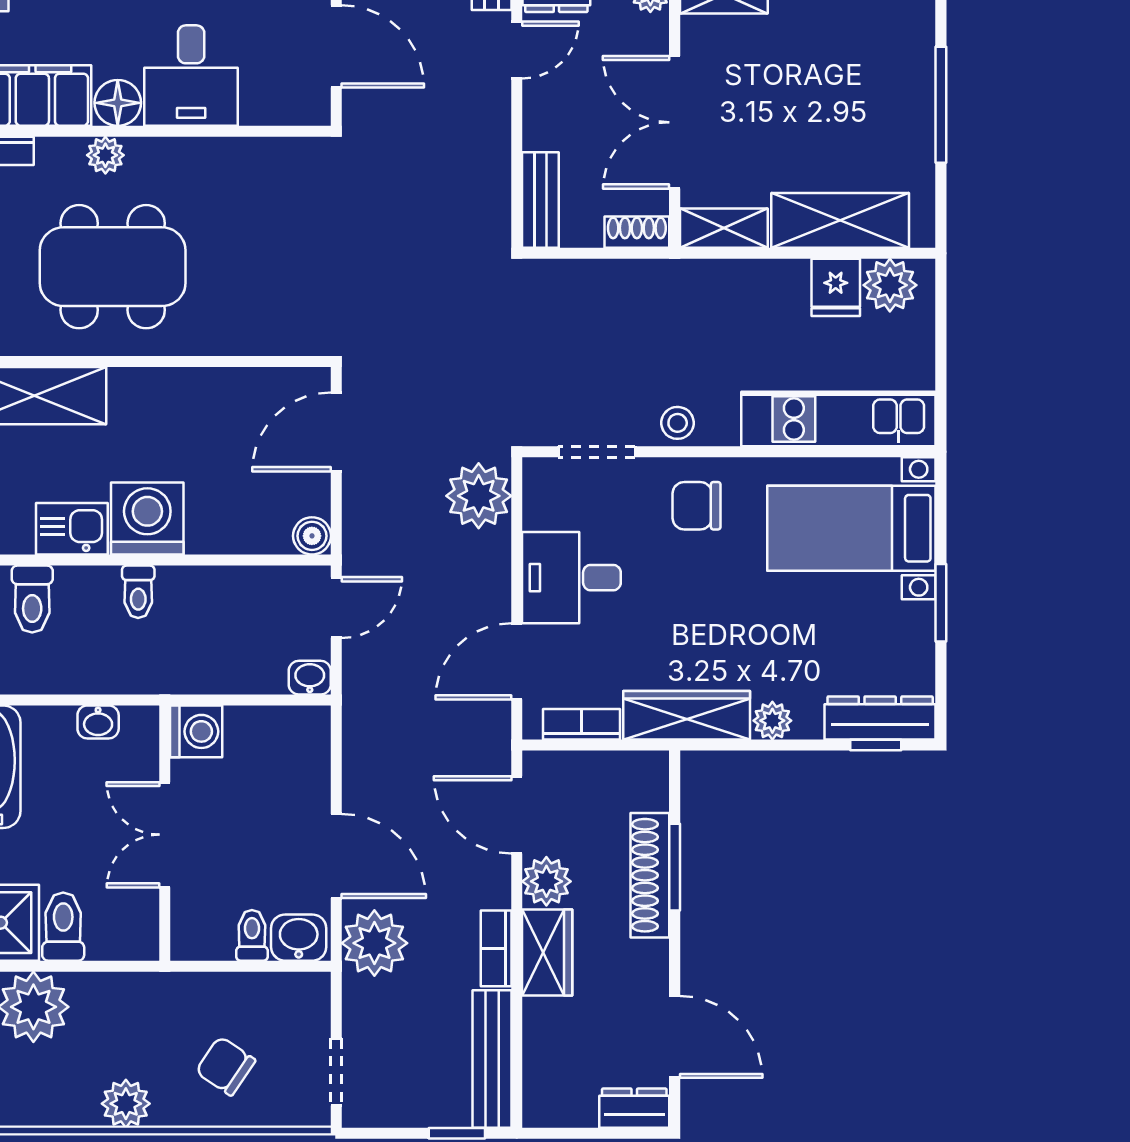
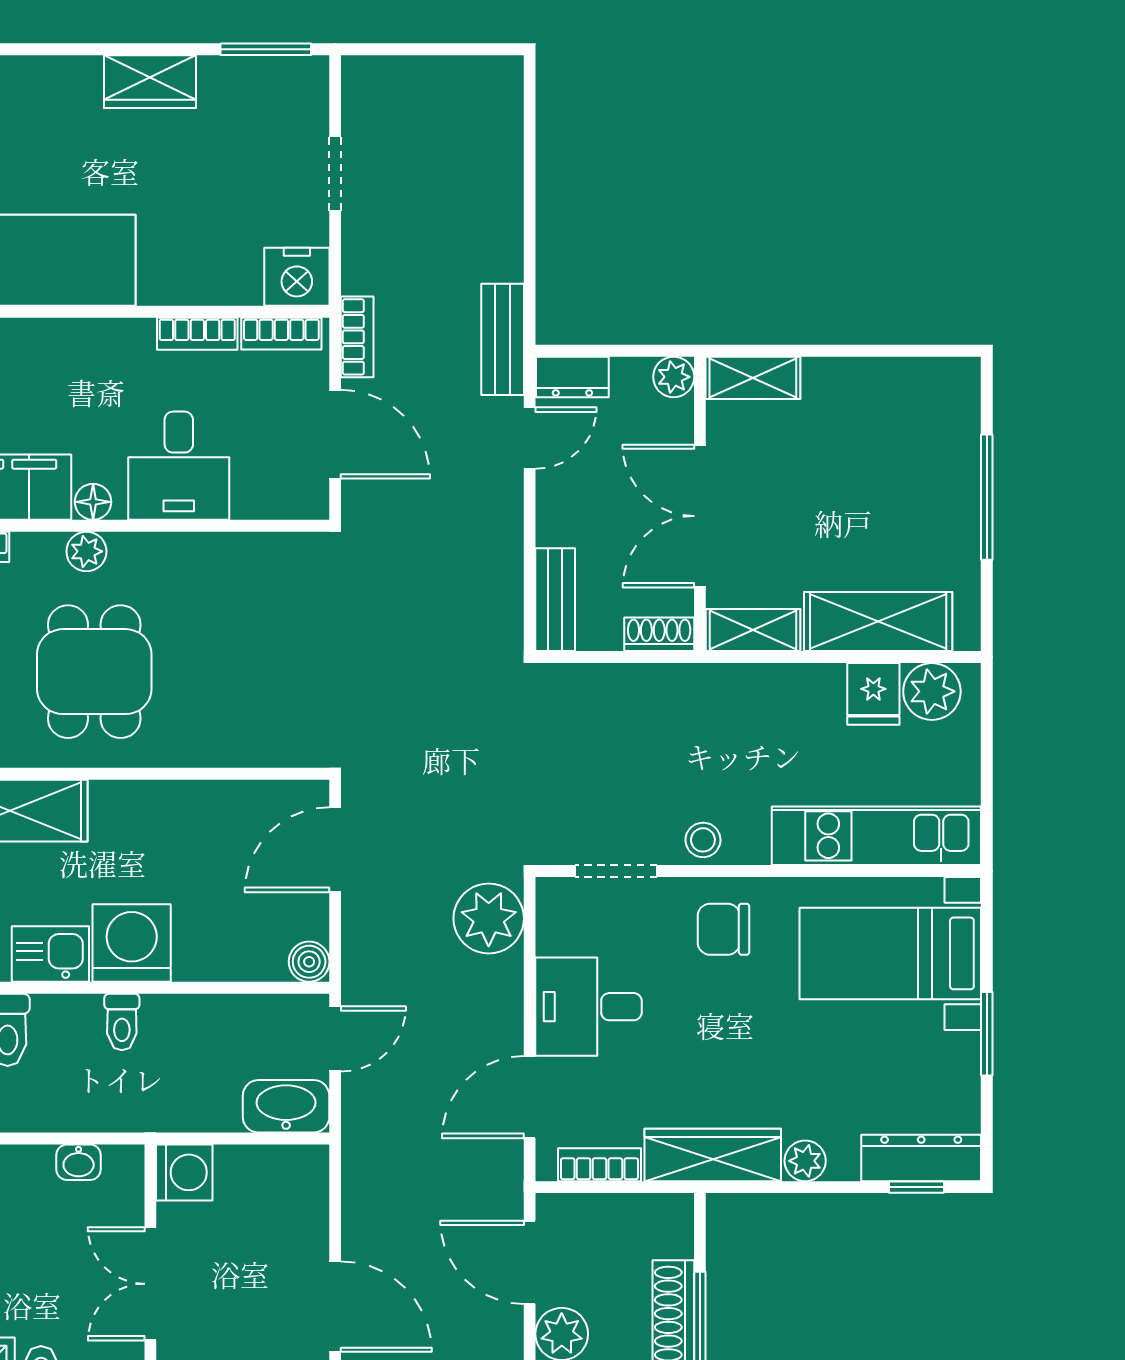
floor lamp: (118, 103) -> (93, 502), width x0.73, depth x0.73
dining table: (113, 267) -> (94, 672), width x0.73
washbasin: (310, 678) -> (286, 1106), width x1.91, depth x1.45

